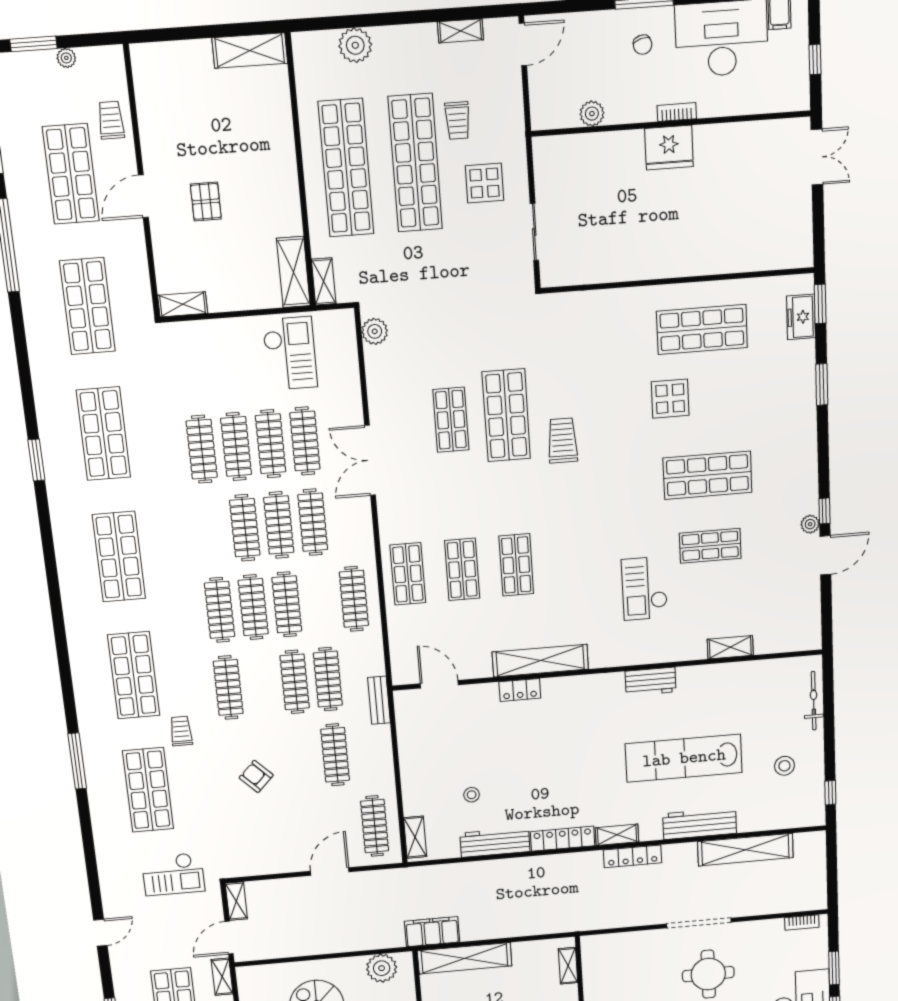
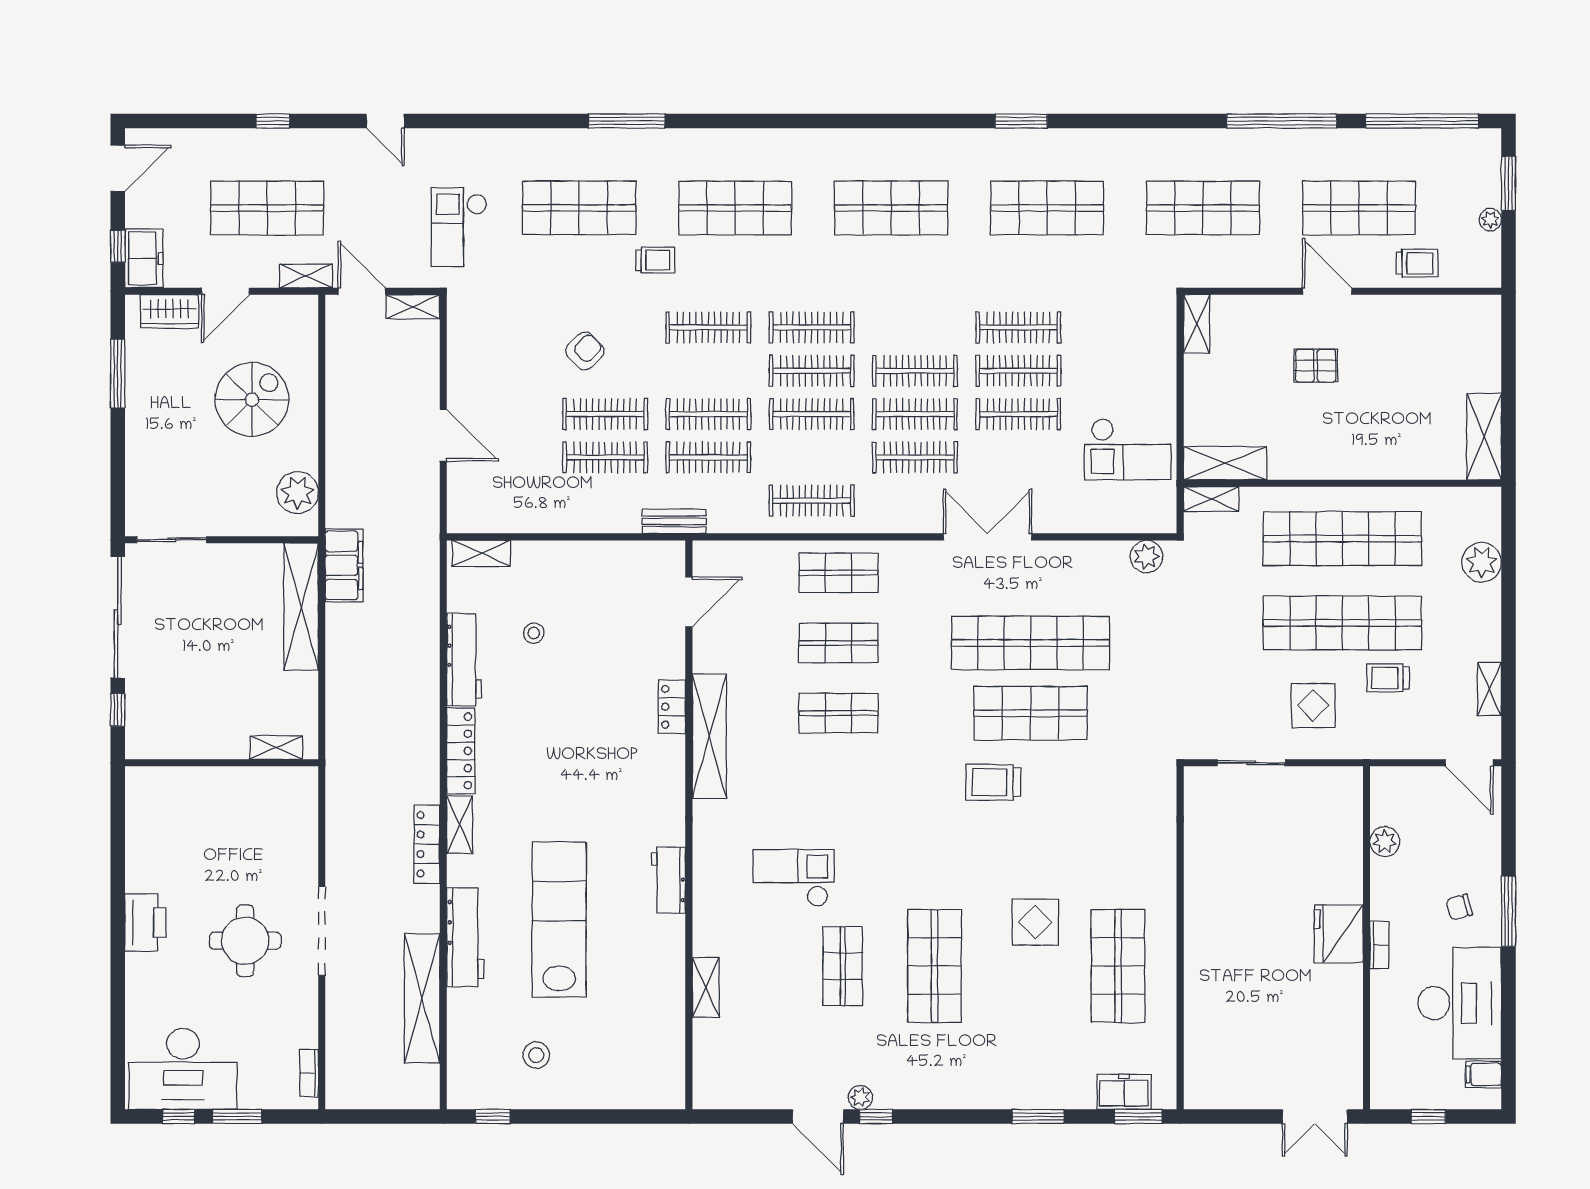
shop shelf: (451, 420) -> (1031, 643), width x2.00, depth x1.36
trolley: (562, 440) -> (993, 782), turned 180
clothes rail: (305, 441) -> (1018, 457), removed
bicycle: (814, 701) -> (623, 1097), removed
clothes rail: (375, 826) -> (605, 414), moved

